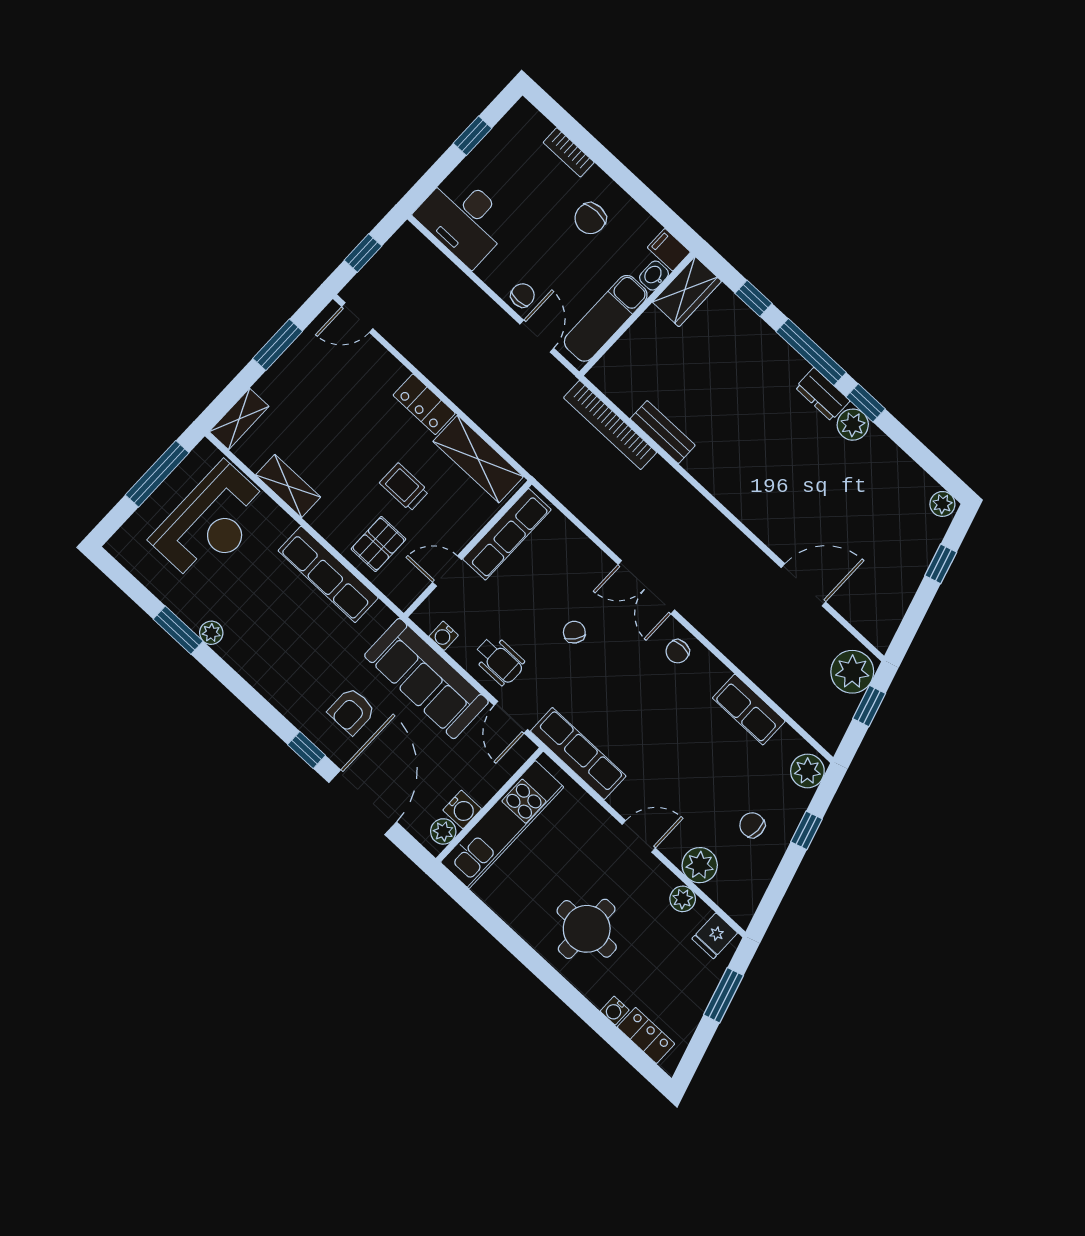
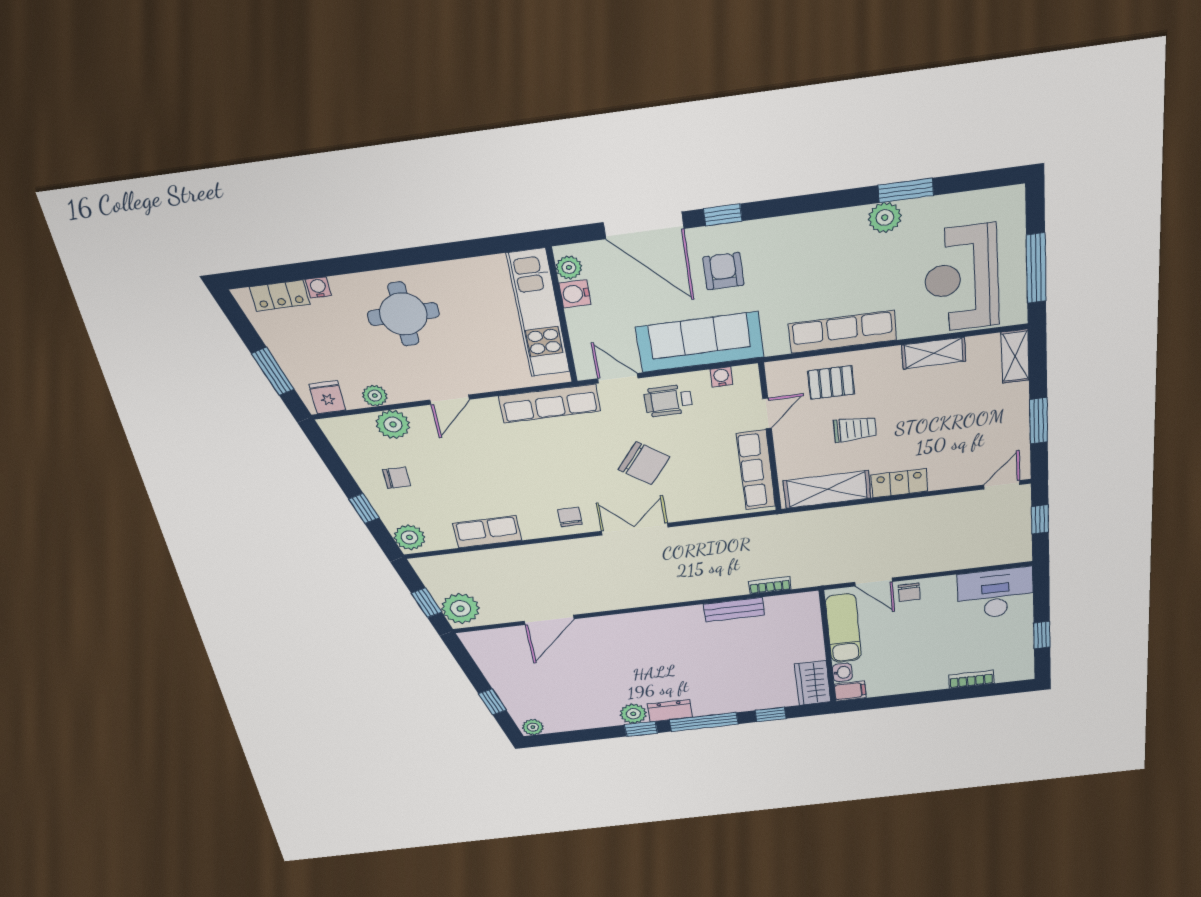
chair: (590, 218) -> (917, 663), removed
bookcase: (610, 425) -> (770, 585), width x0.43, depth x0.76
pallet: (378, 544) -> (831, 383), turned 90
chair: (574, 632) -> (644, 463), width x1.87, depth x1.87
plant: (211, 633) -> (885, 218), width x1.38, depth x1.38

